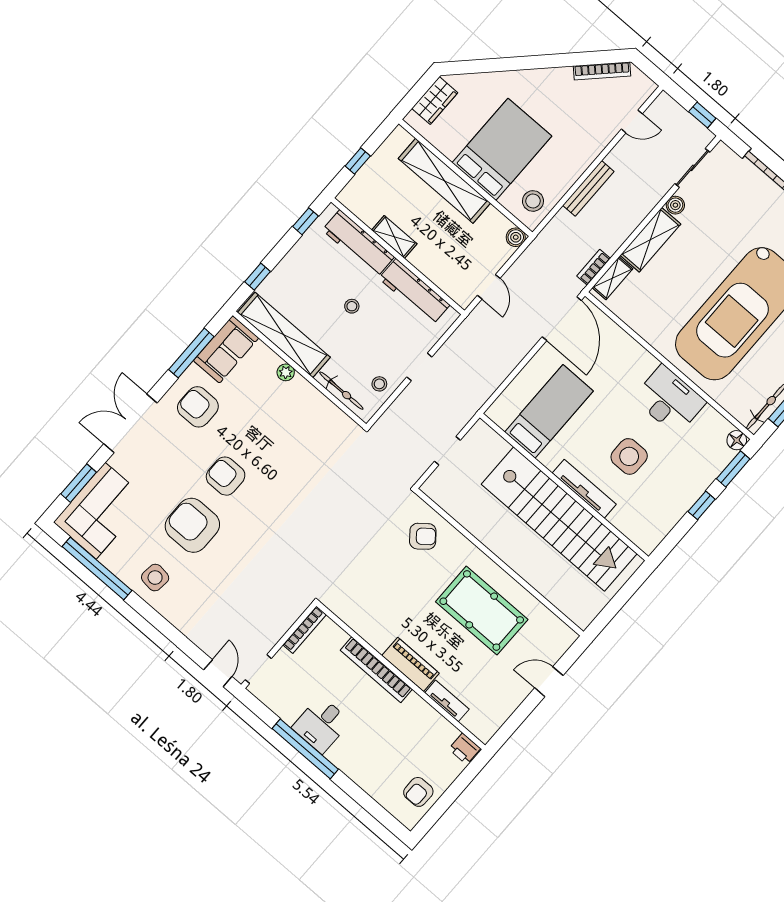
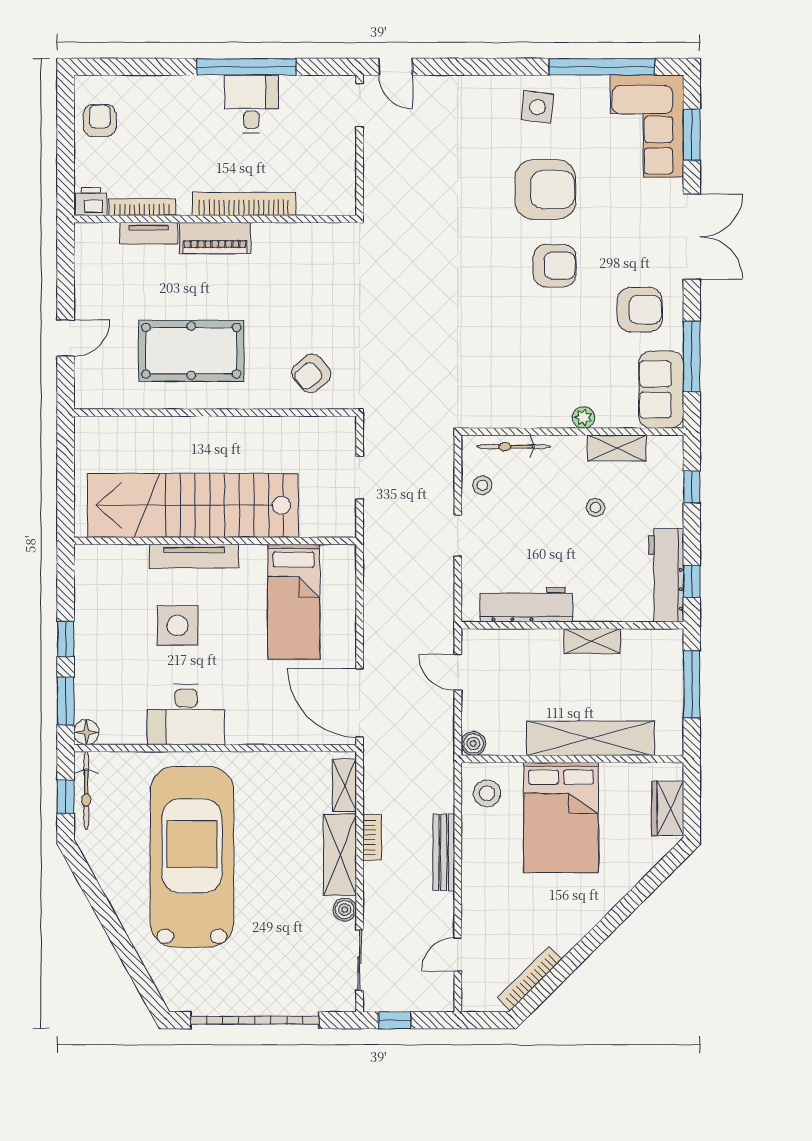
window: (358, 161) -> (692, 684), width x2.17
workbench: (358, 243) -> (666, 575), moved, turned -90
bookcase: (594, 267) -> (372, 837), moved
stool: (352, 306) -> (595, 508), moved
shelving: (284, 335) -> (617, 448), width x0.45, depth x0.75
bookcase: (304, 630) -> (142, 207), moved, turned 90

